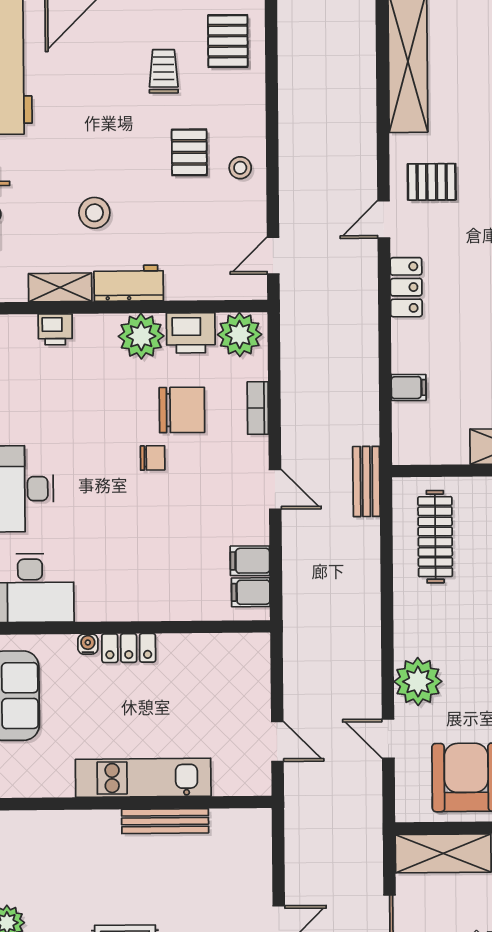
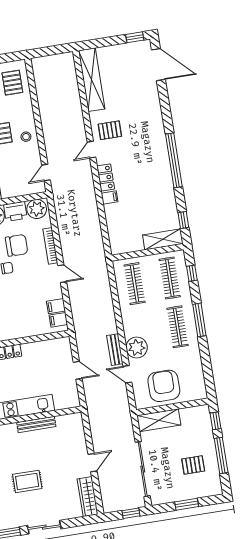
filing cabinet: (409, 388) -> (110, 198), moved
bookcase: (258, 408) -> (50, 246), width x1.56
bench: (366, 481) -> (115, 350), moved
door: (277, 741) -> (78, 370), moved

